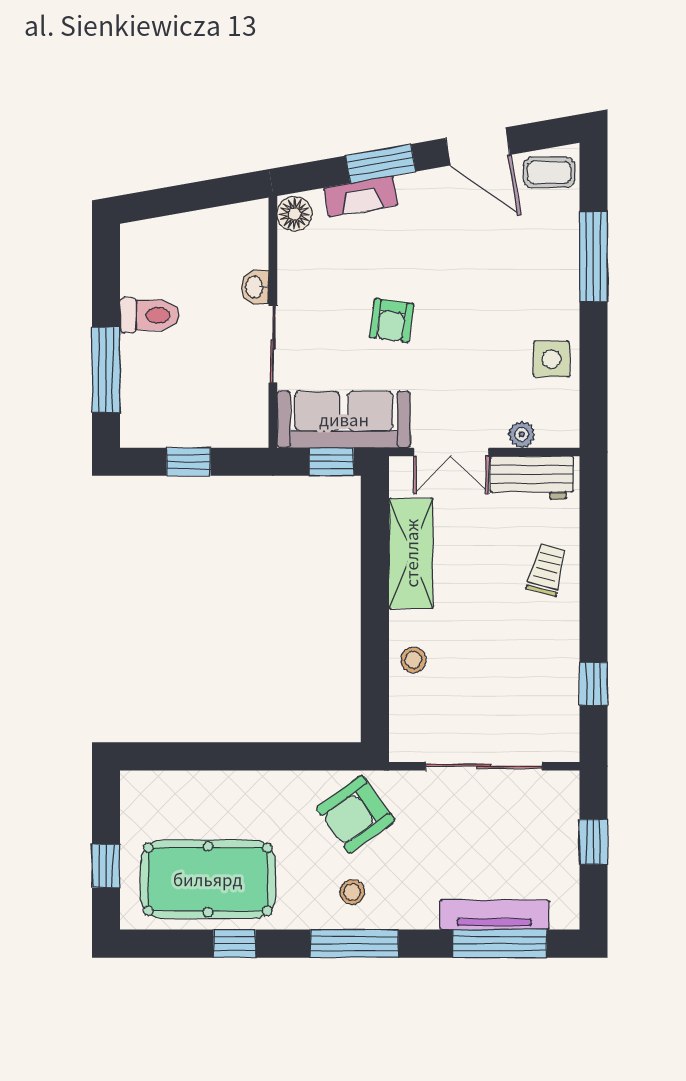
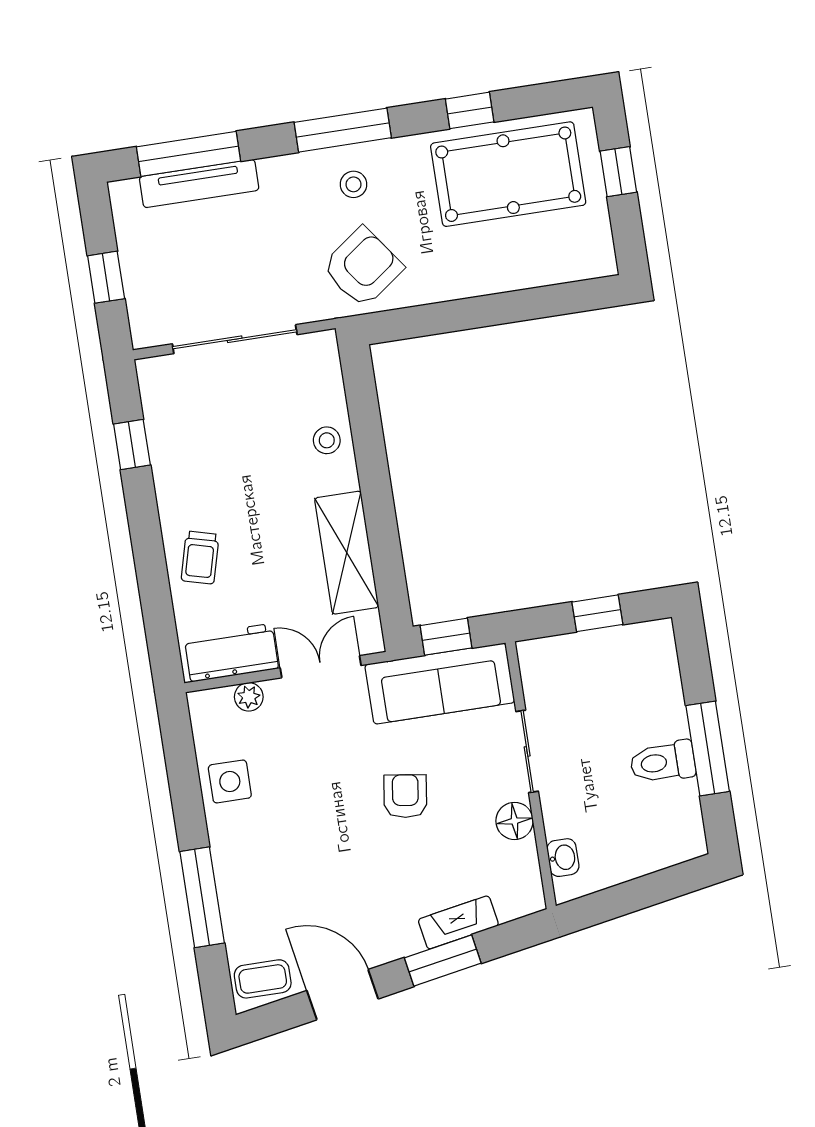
floor lamp: (294, 214) -> (515, 821), moved
washbasin: (255, 287) -> (563, 858), moved
window: (106, 370) -> (708, 748), moved

